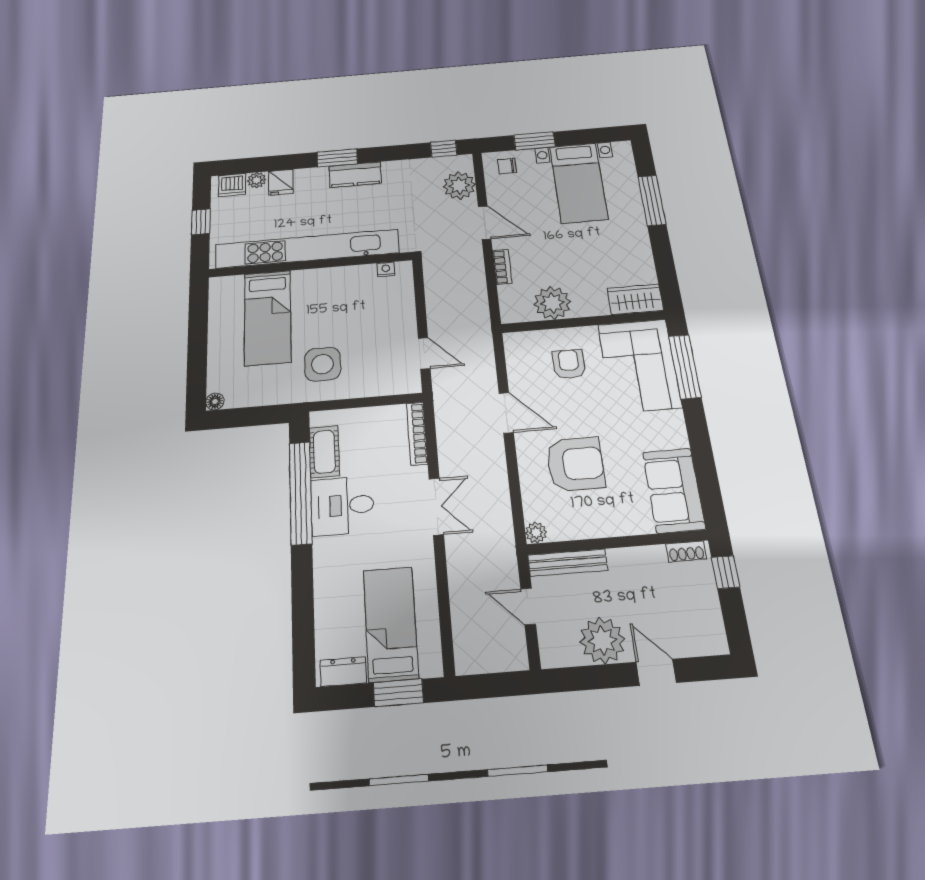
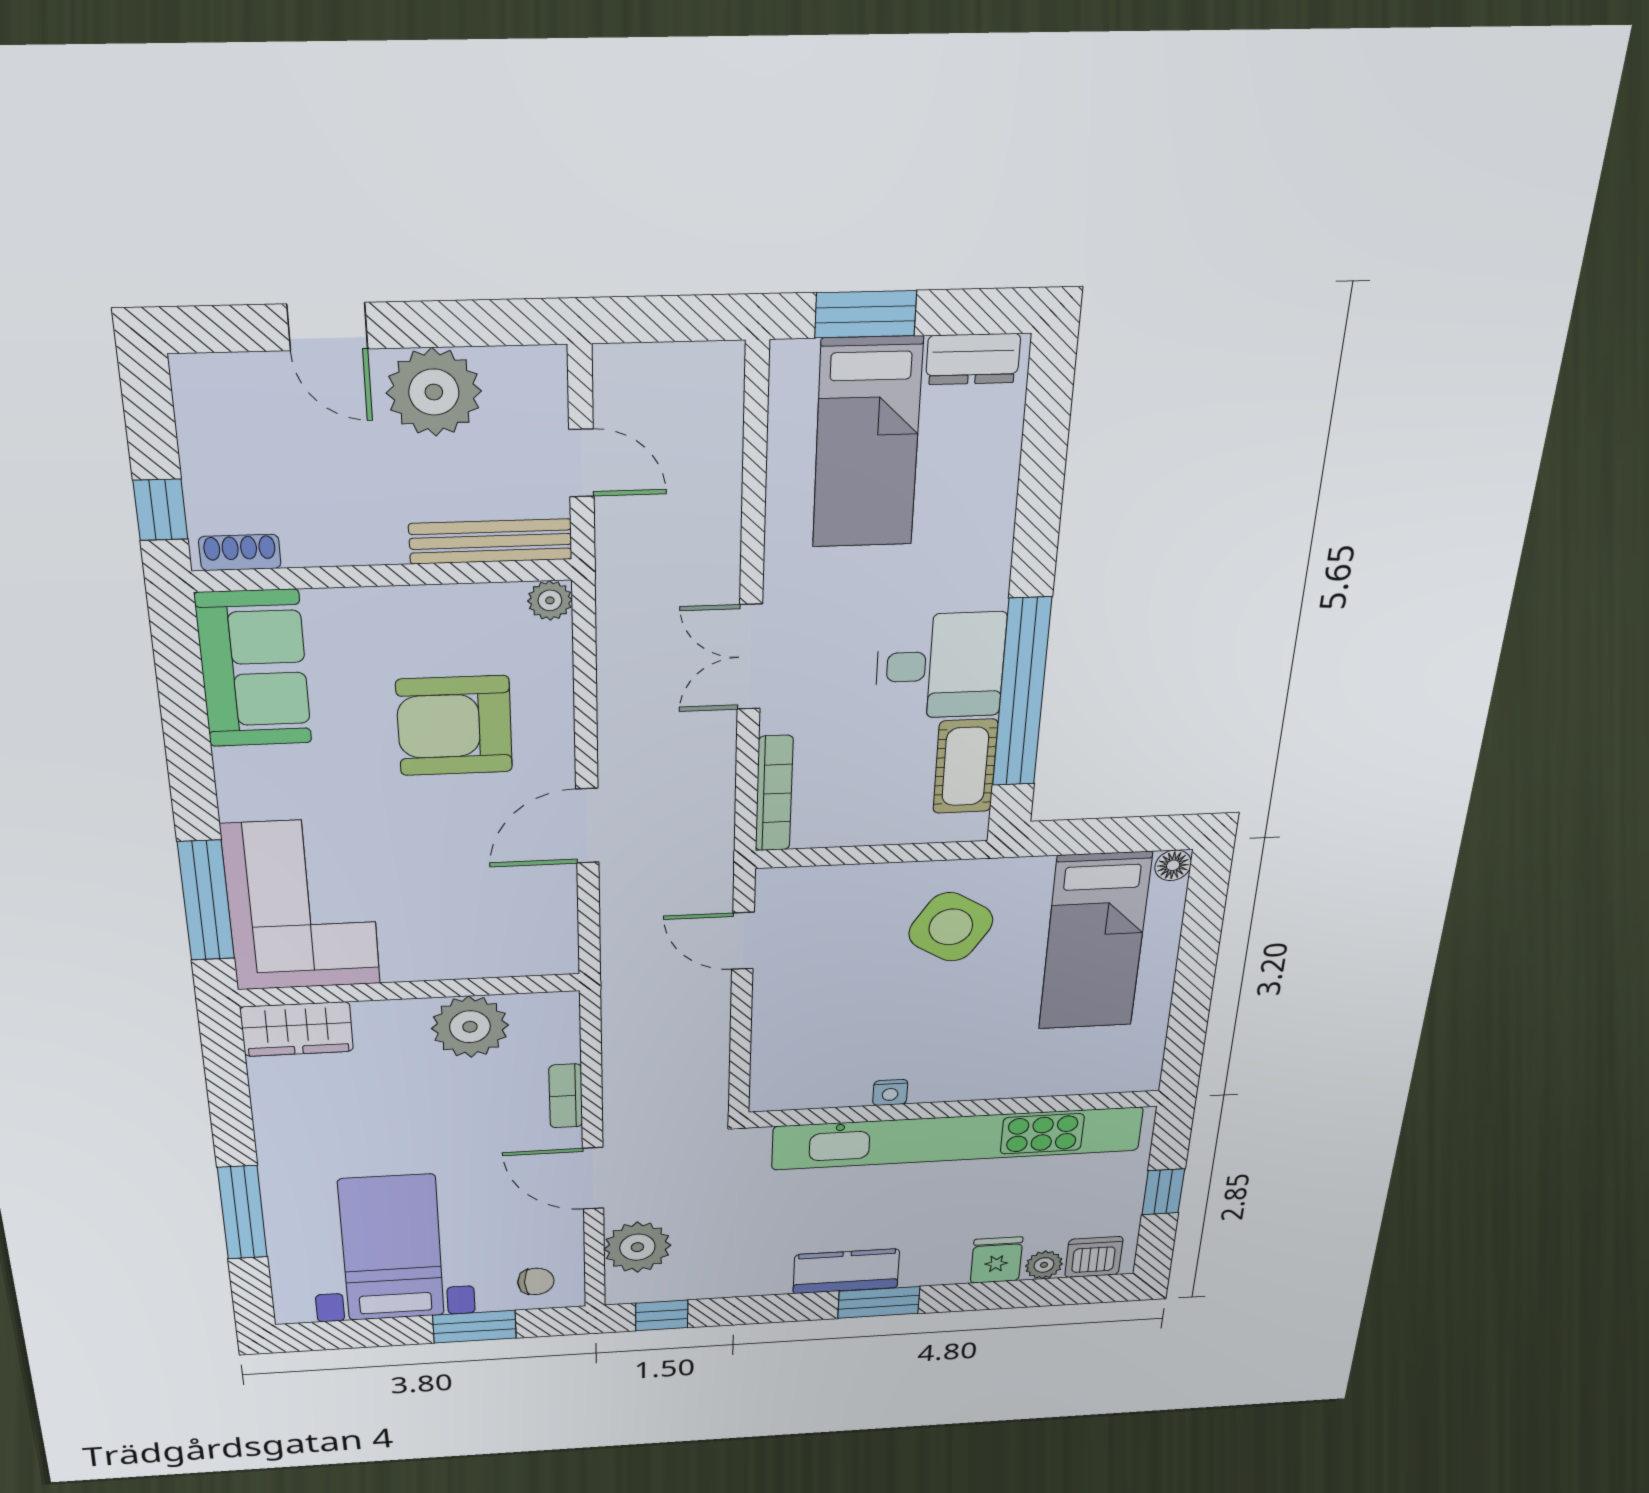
nightstand: (386, 269) -> (890, 1092), moved
bed: (268, 317) -> (1095, 942), moved, turned 180
side table: (322, 364) -> (951, 927), turned 32
armchair: (569, 364) -> (448, 912), removed
door: (506, 413) -> (587, 826), hinge flipped

